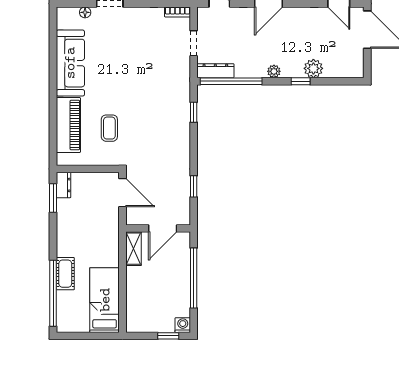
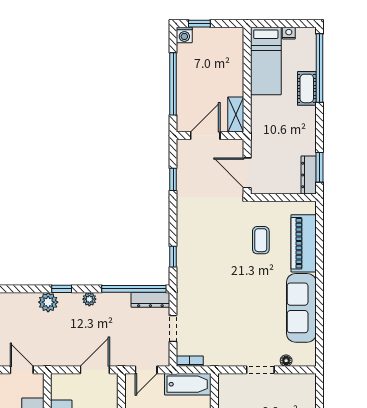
dresser: (64, 185) -> (309, 175), width x1.44
nightstand: (82, 327) -> (289, 33), added

